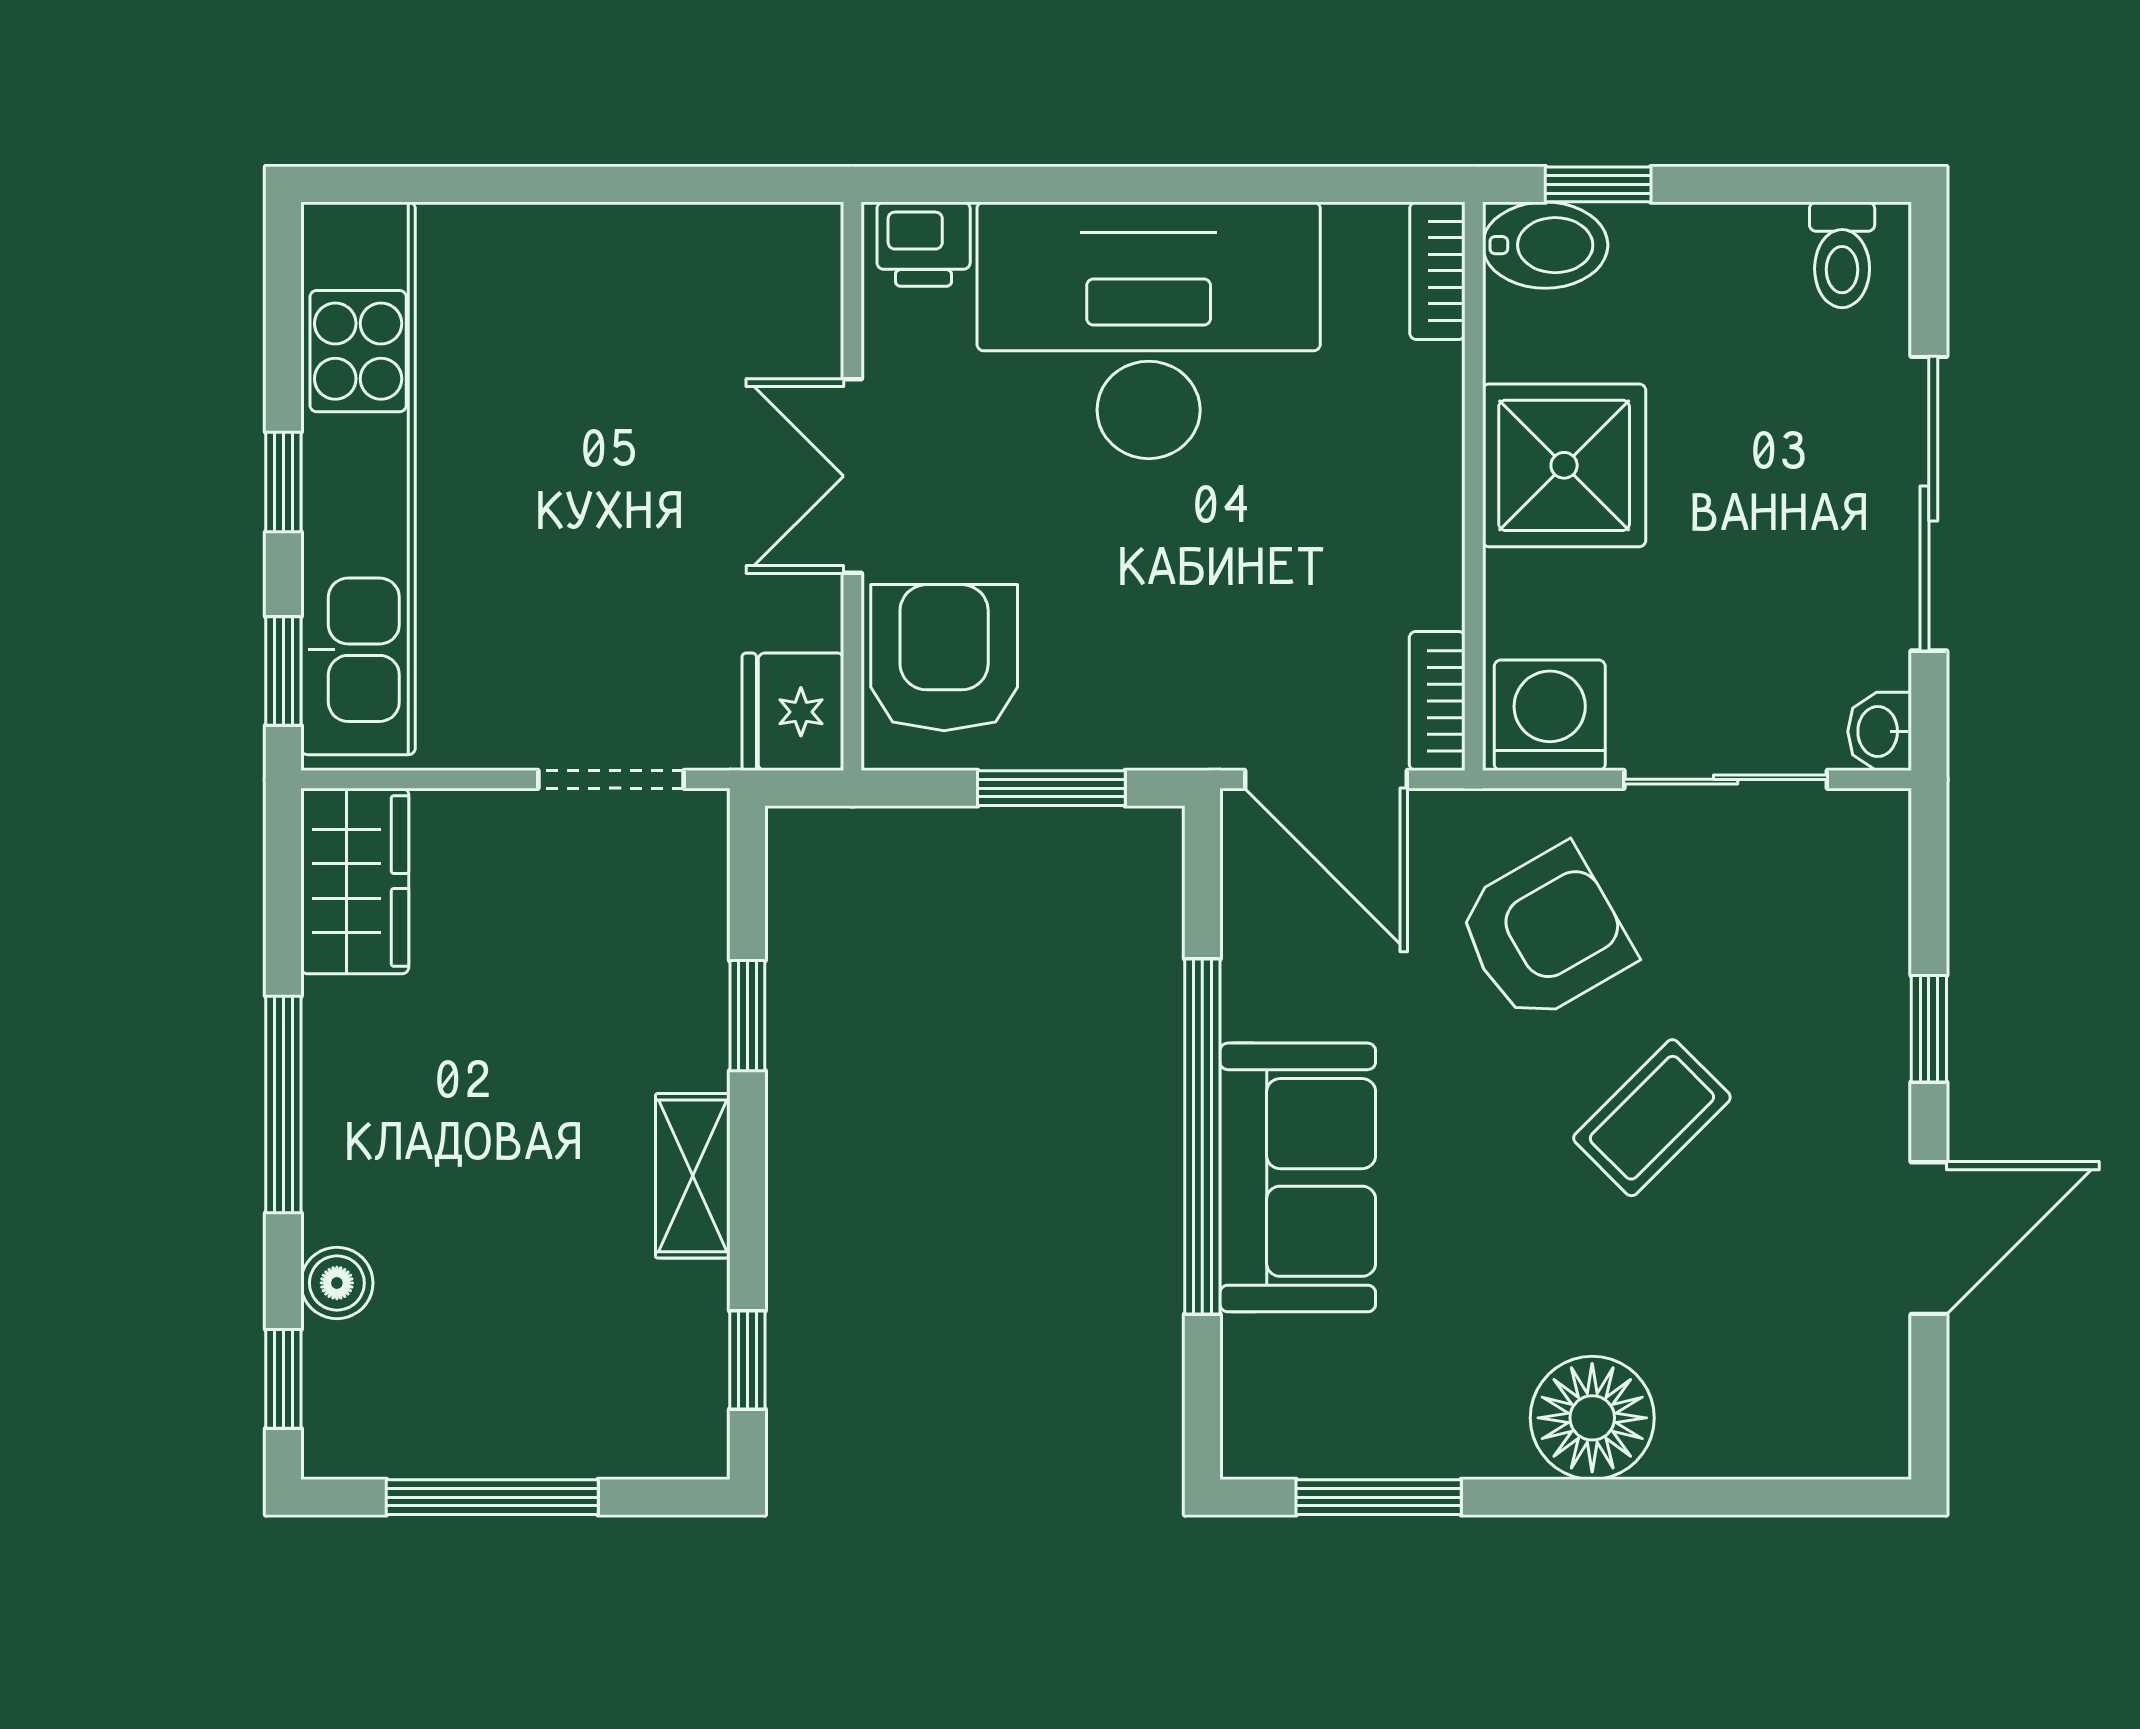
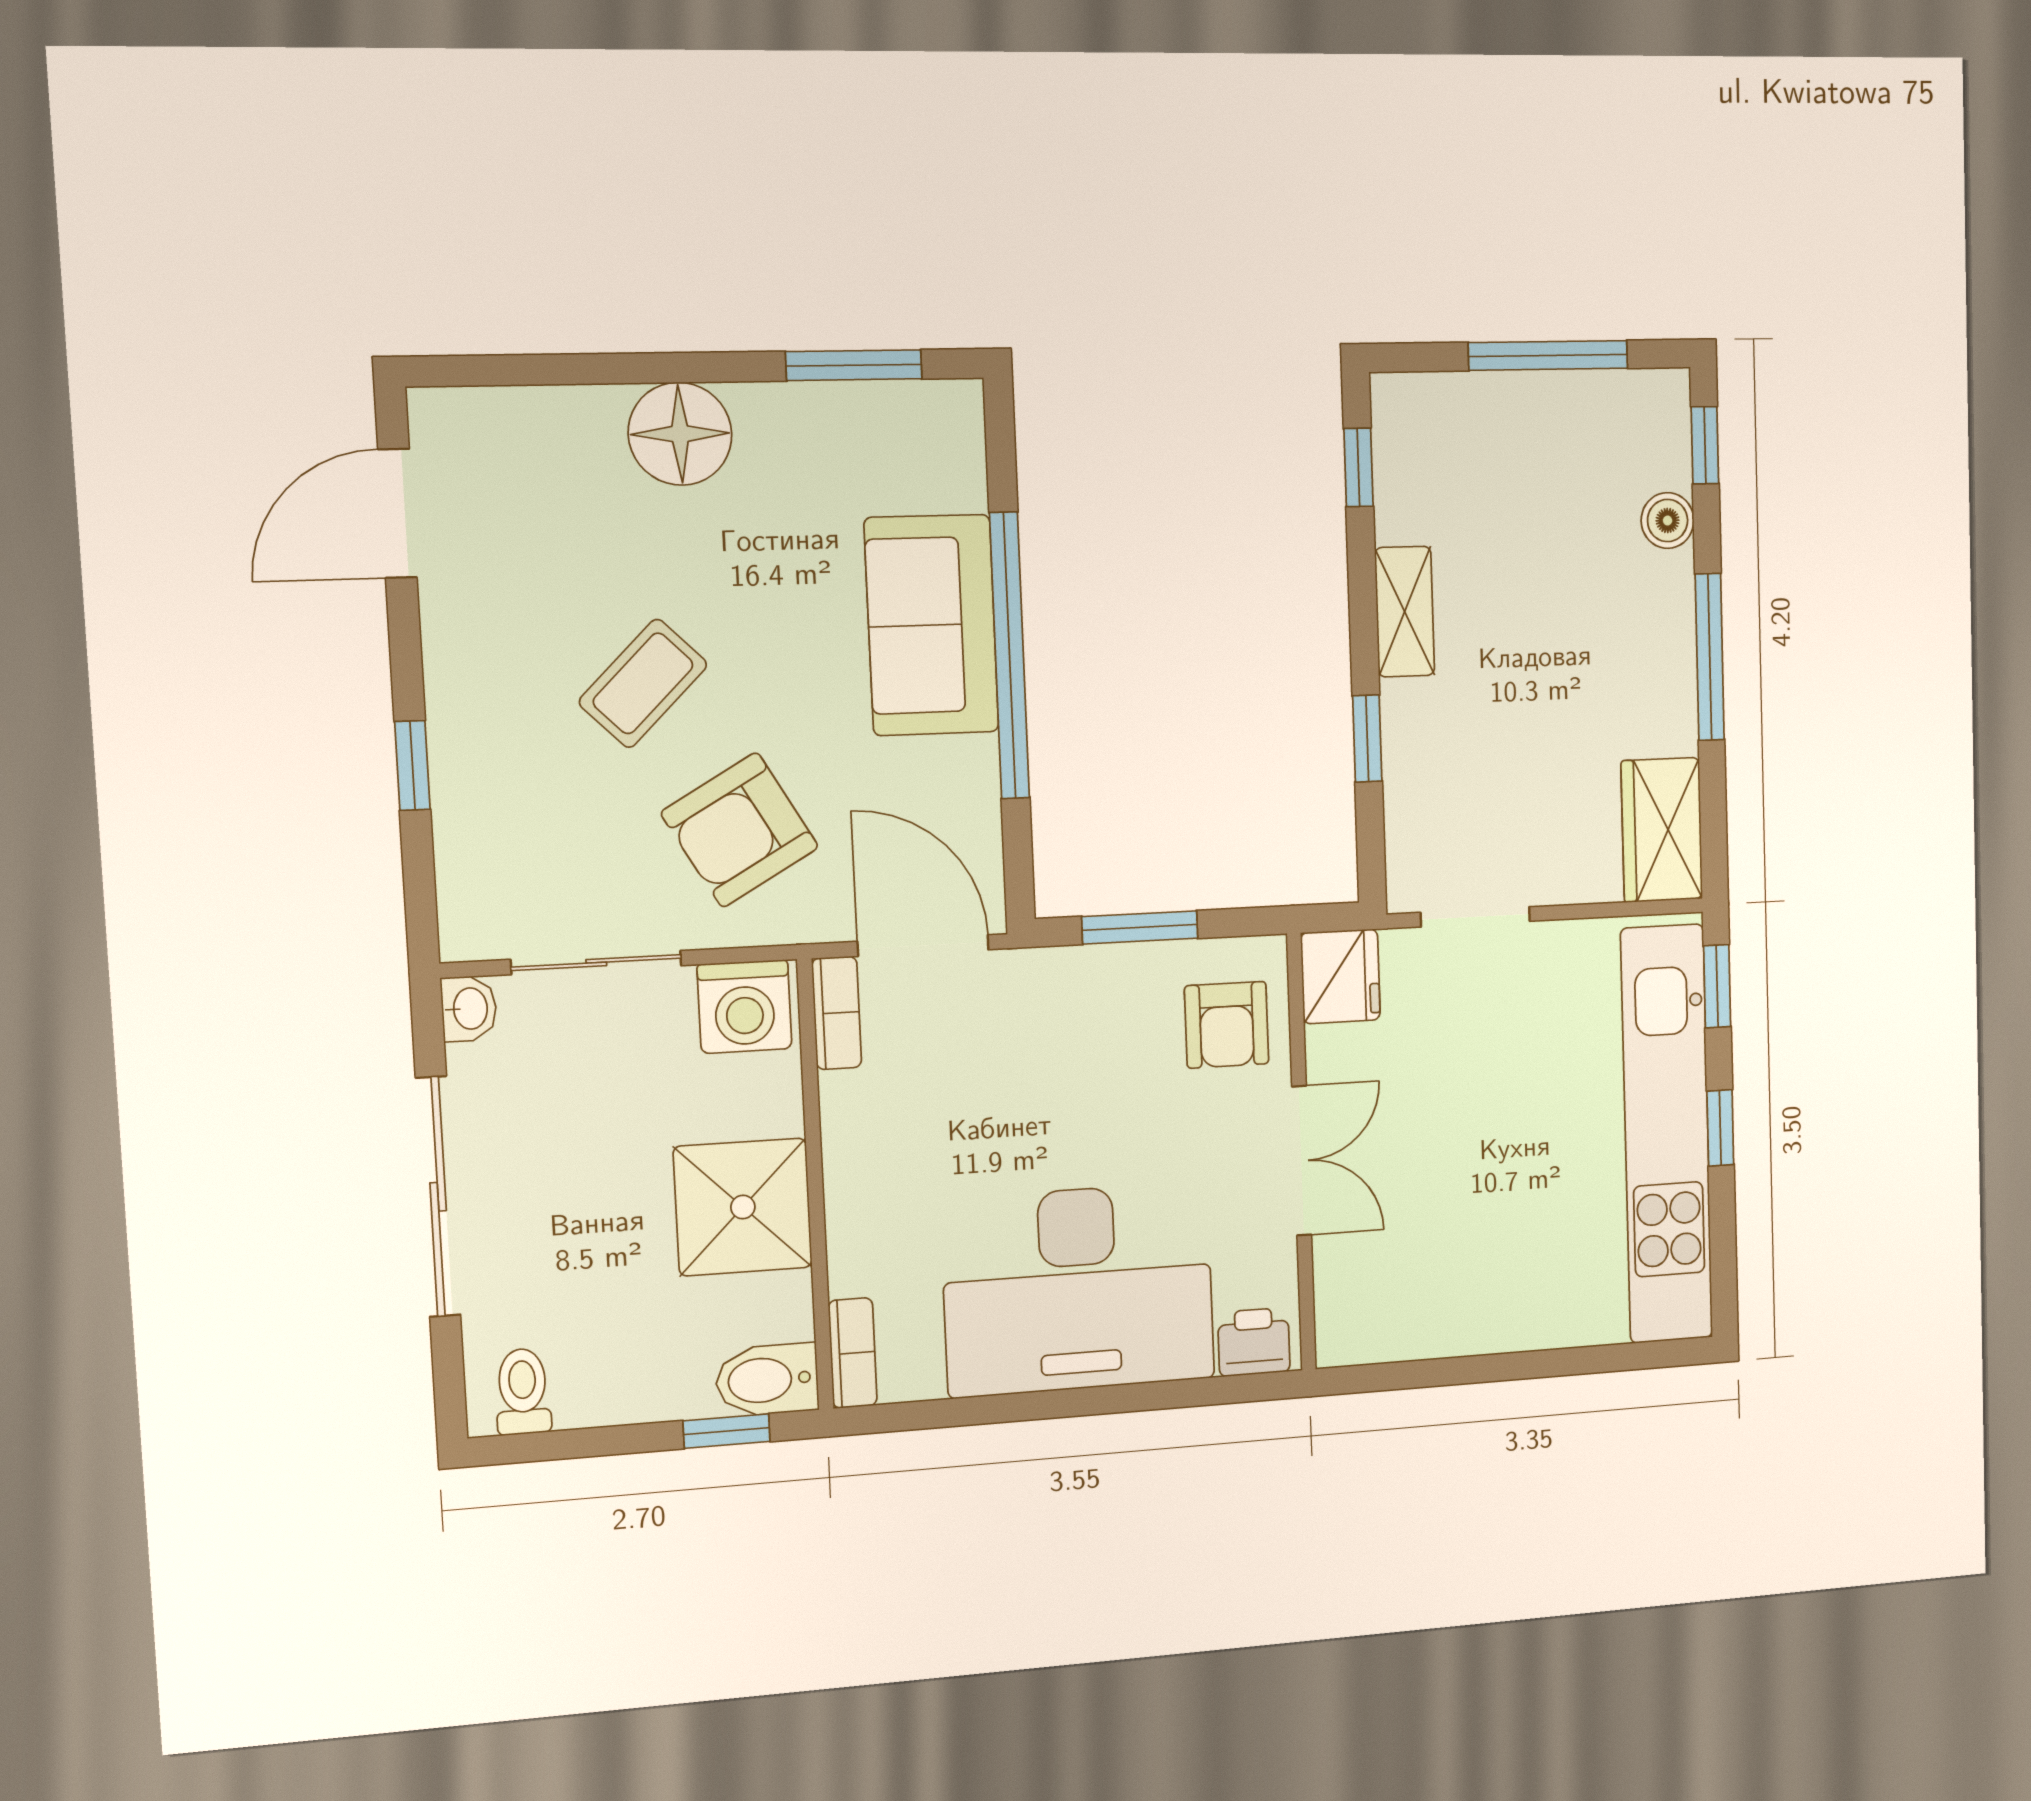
armchair: (944, 658) -> (1227, 1025), width x0.72, depth x0.72
door: (1929, 1238) -> (397, 513), moved

